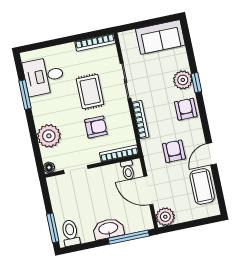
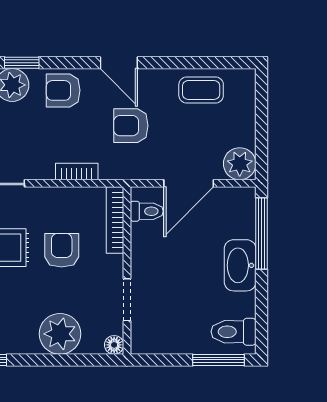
bookcase: (140, 120) -> (77, 171), width x0.64
door: (211, 154) -> (119, 63), moved
coffee table: (202, 186) -> (201, 90), width x0.73, depth x0.77

